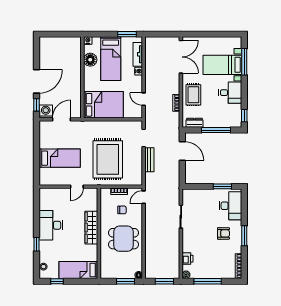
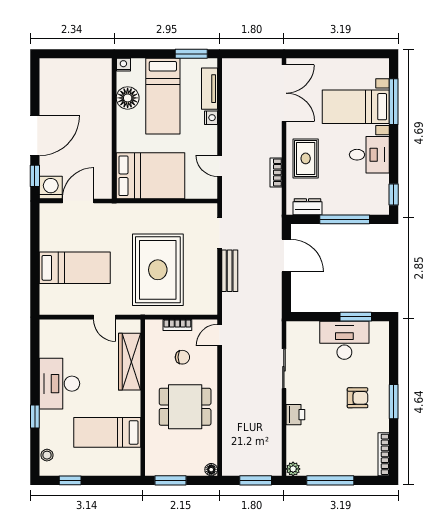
door: (77, 187) -> (105, 317), hinge flipped
desk: (231, 206) -> (344, 340), moved, turned -90
wardrobe: (91, 228) -> (130, 362), moved
printer: (187, 259) -> (295, 415), moved
bed: (78, 270) -> (107, 432), moved
window: (126, 281) -> (171, 480), moved

